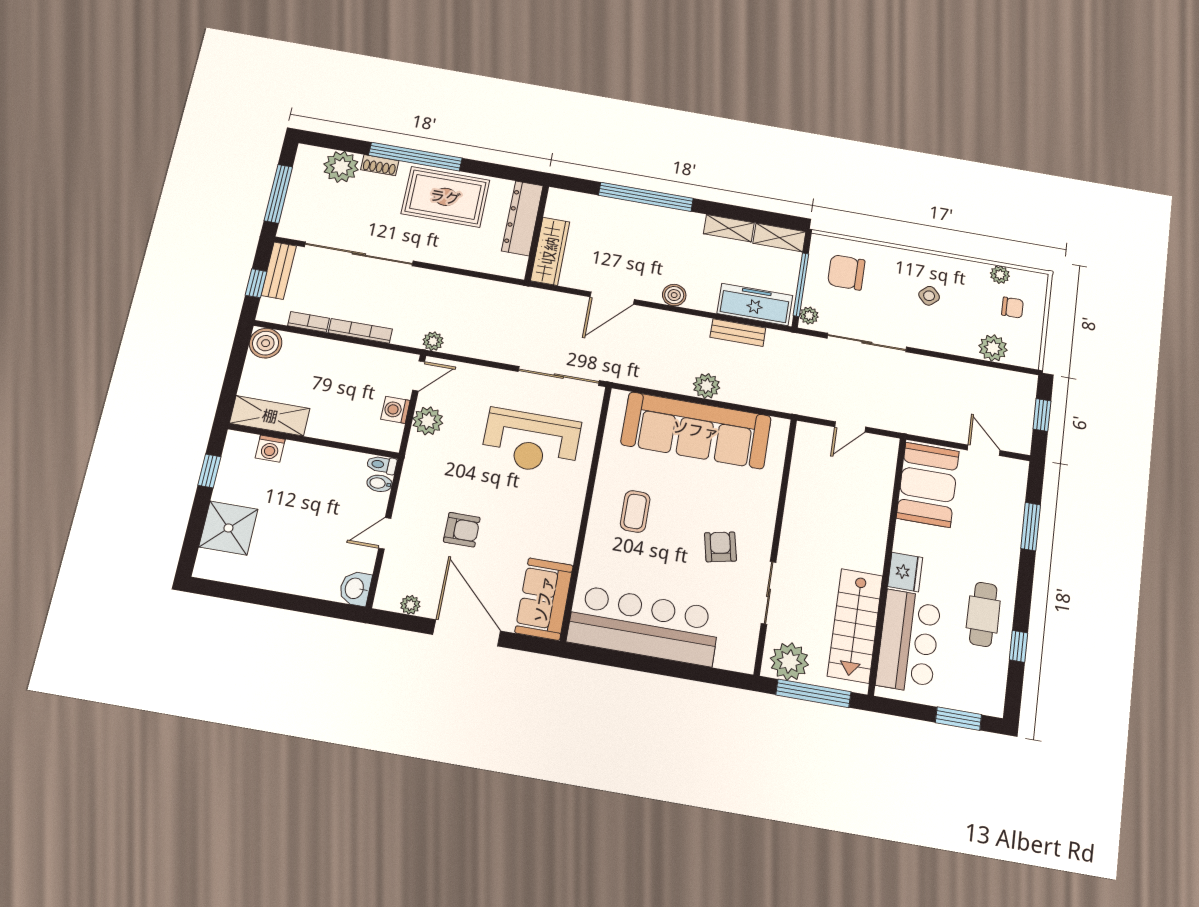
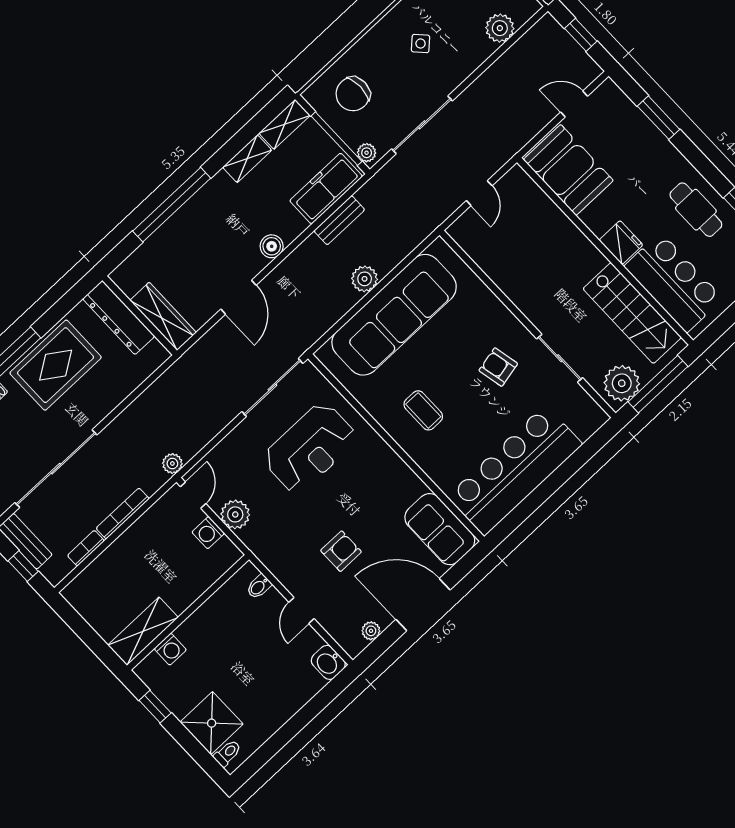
boiler: (266, 343) -> (80, 593), removed
toilet: (382, 465) -> (227, 753), moved, turned 180

